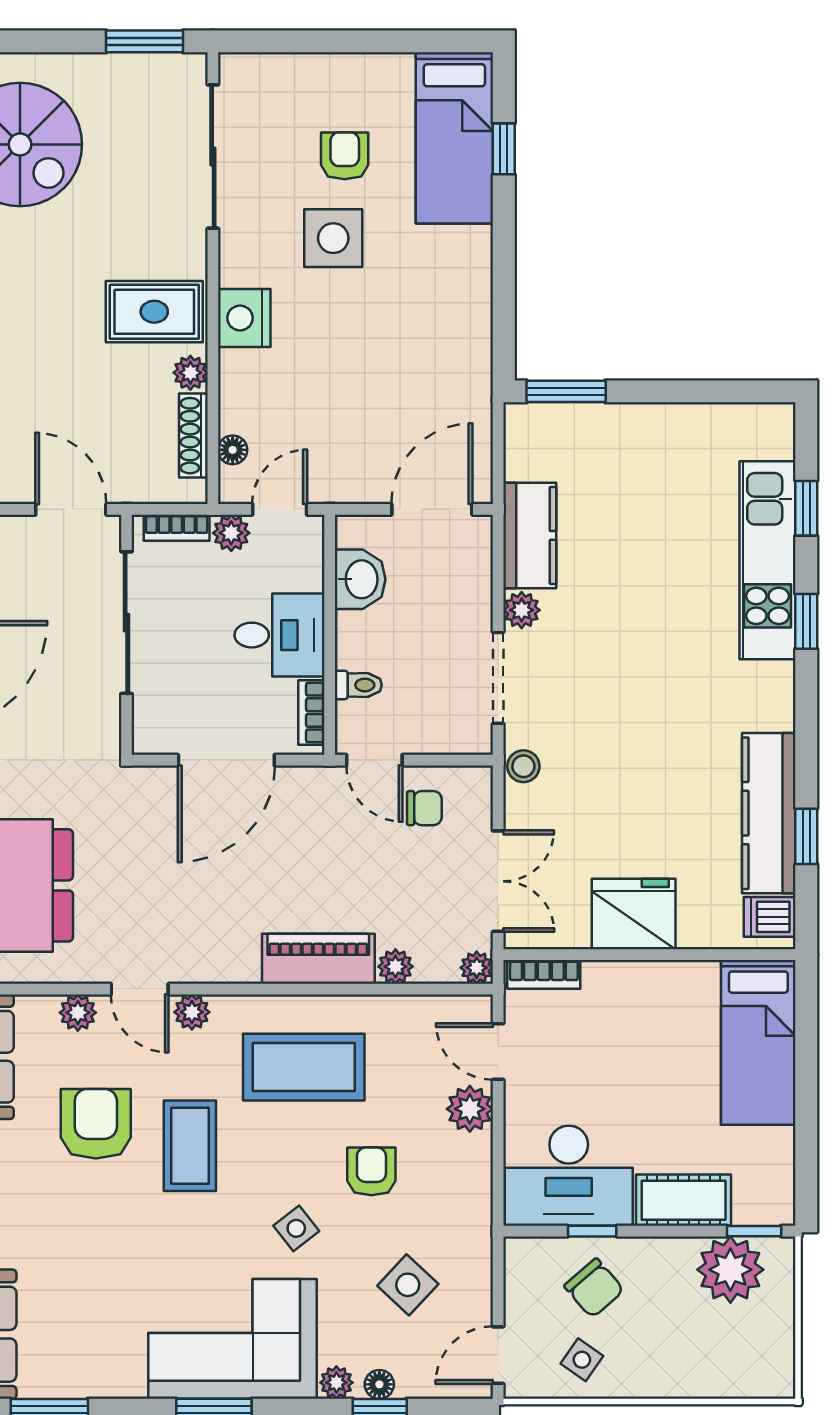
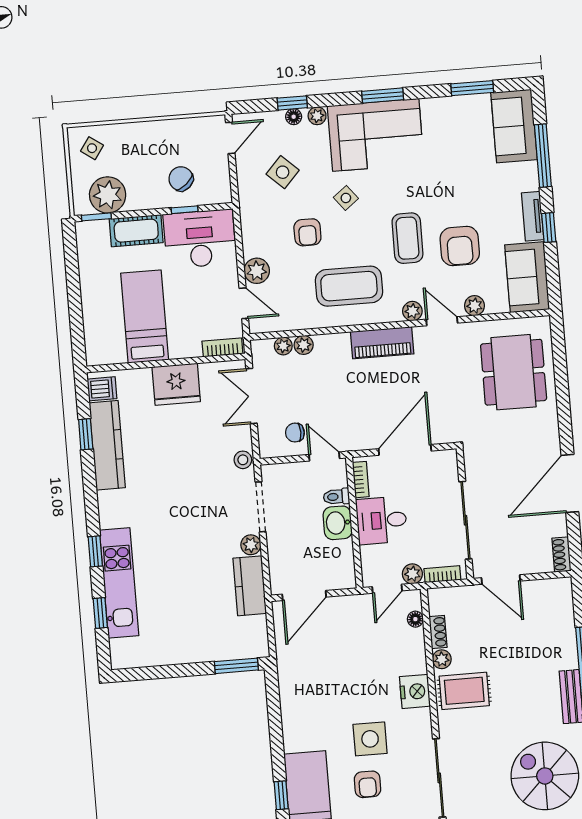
shoe rack: (193, 436) -> (438, 632), width x0.70
washbasin: (360, 579) -> (338, 523), moved
piano: (318, 959) -> (382, 343), moved
plant: (477, 968) -> (283, 346), moved
bed: (758, 1042) -> (145, 317), moved
side table: (582, 1360) -> (92, 148), moved

